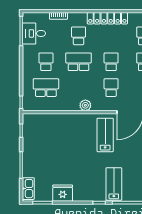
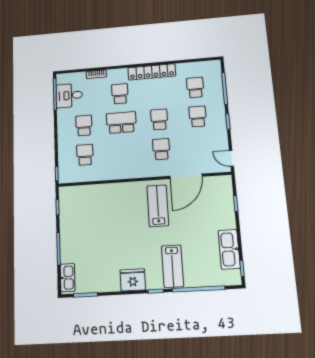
school desk: (46, 88) -> (85, 155), width x0.54
plant: (85, 105) -> (132, 172), removed
lab bench: (114, 184) -> (173, 266), turned 180
fridge: (63, 193) -> (133, 280), moved

